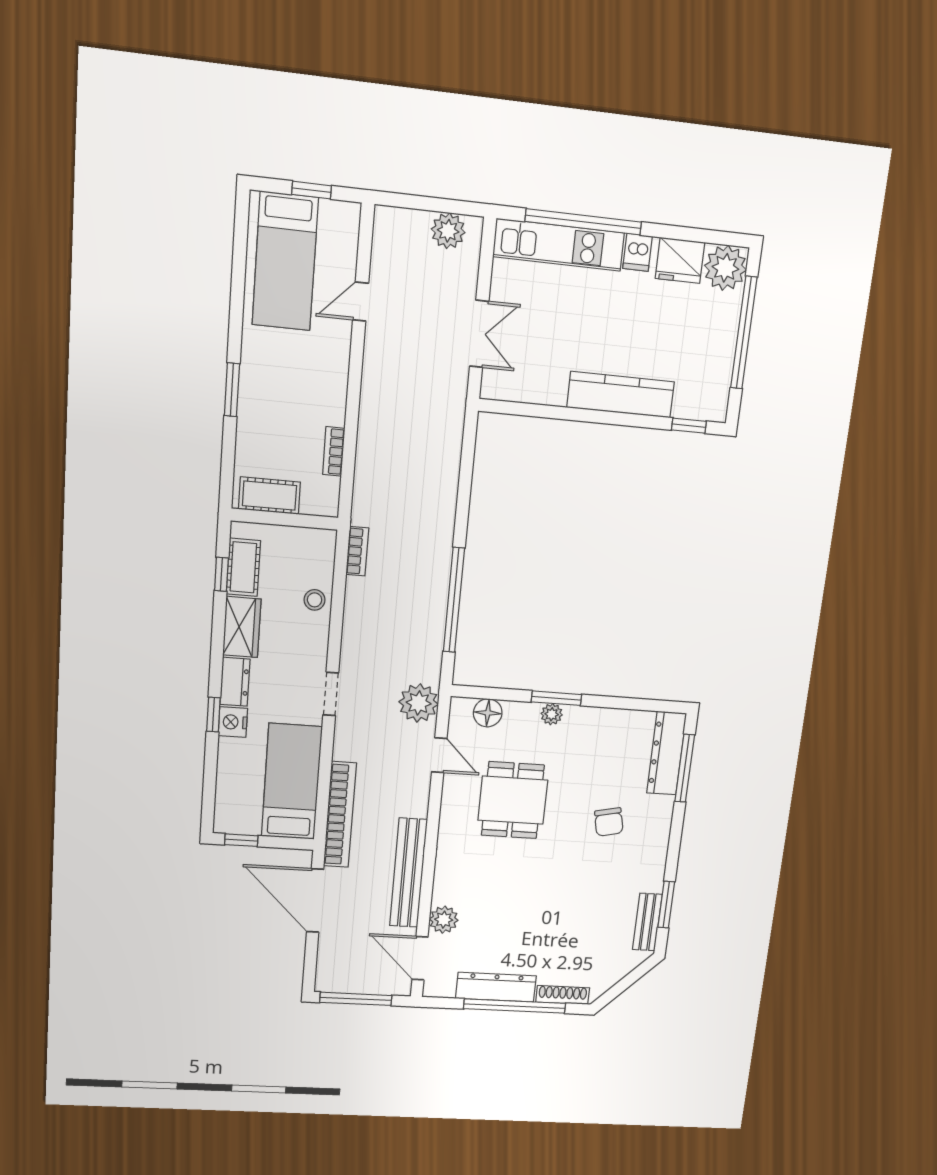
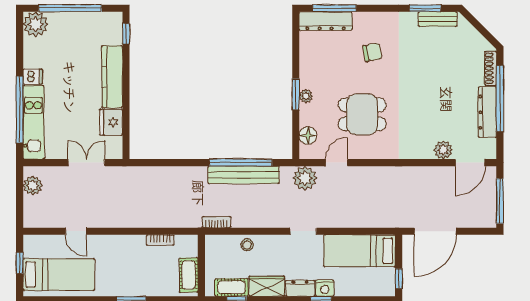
fridge: (680, 260) -> (111, 122), moved, turned 180
bookcase: (340, 815) -> (379, 220), removed
bench: (408, 873) -> (244, 175), moved

